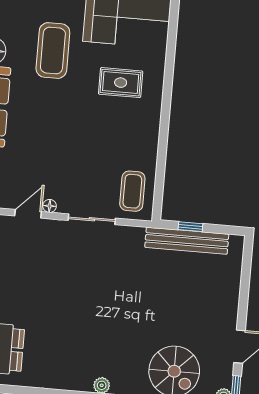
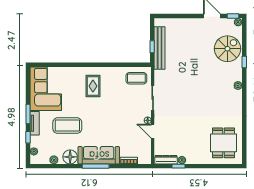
rug: (121, 83) -> (93, 86), moved

